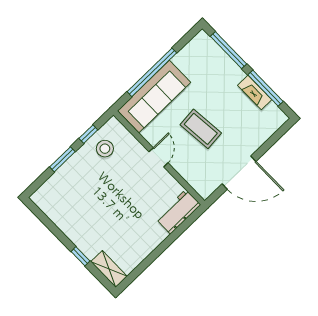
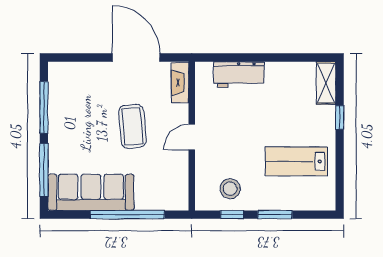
fireplace: (255, 92) -> (180, 83), moved, turned 180
sofa: (154, 96) -> (91, 192), moved
lab bench: (81, 204) -> (296, 161), added
workbench: (178, 212) -> (239, 75), moved

